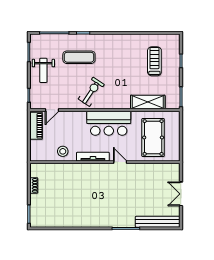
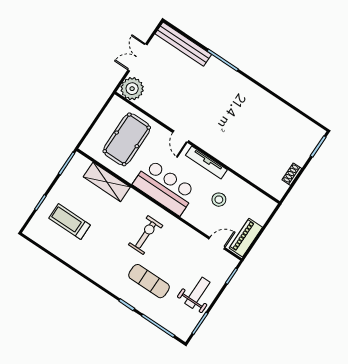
treadmill: (154, 61) -> (70, 222), turned 90
exercise bike: (91, 92) -> (146, 235), moved, turned 146
stool: (63, 151) -> (219, 200), moved
plant: (171, 172) -> (132, 89), added
double door: (181, 194) -> (138, 57), swing flipped

